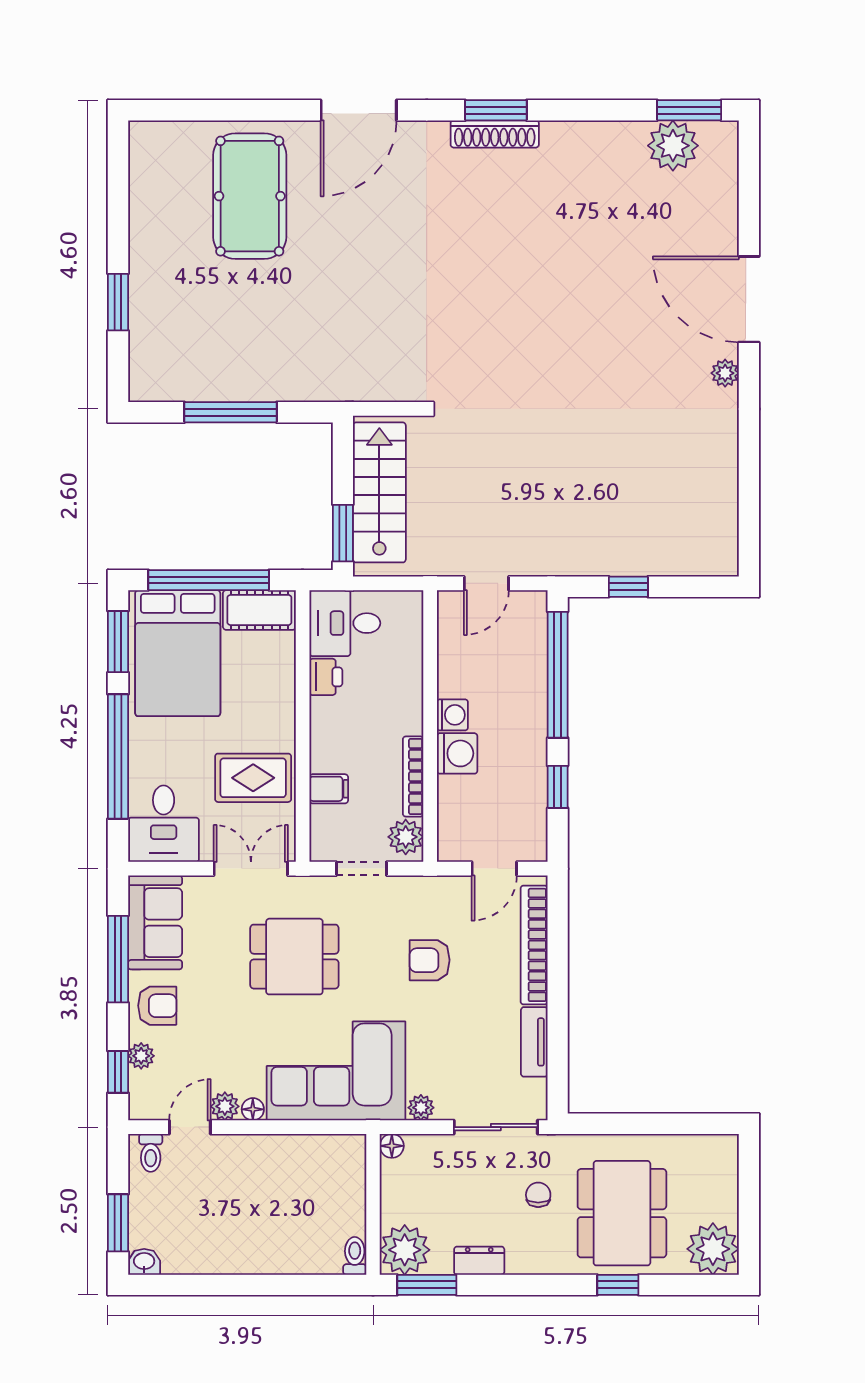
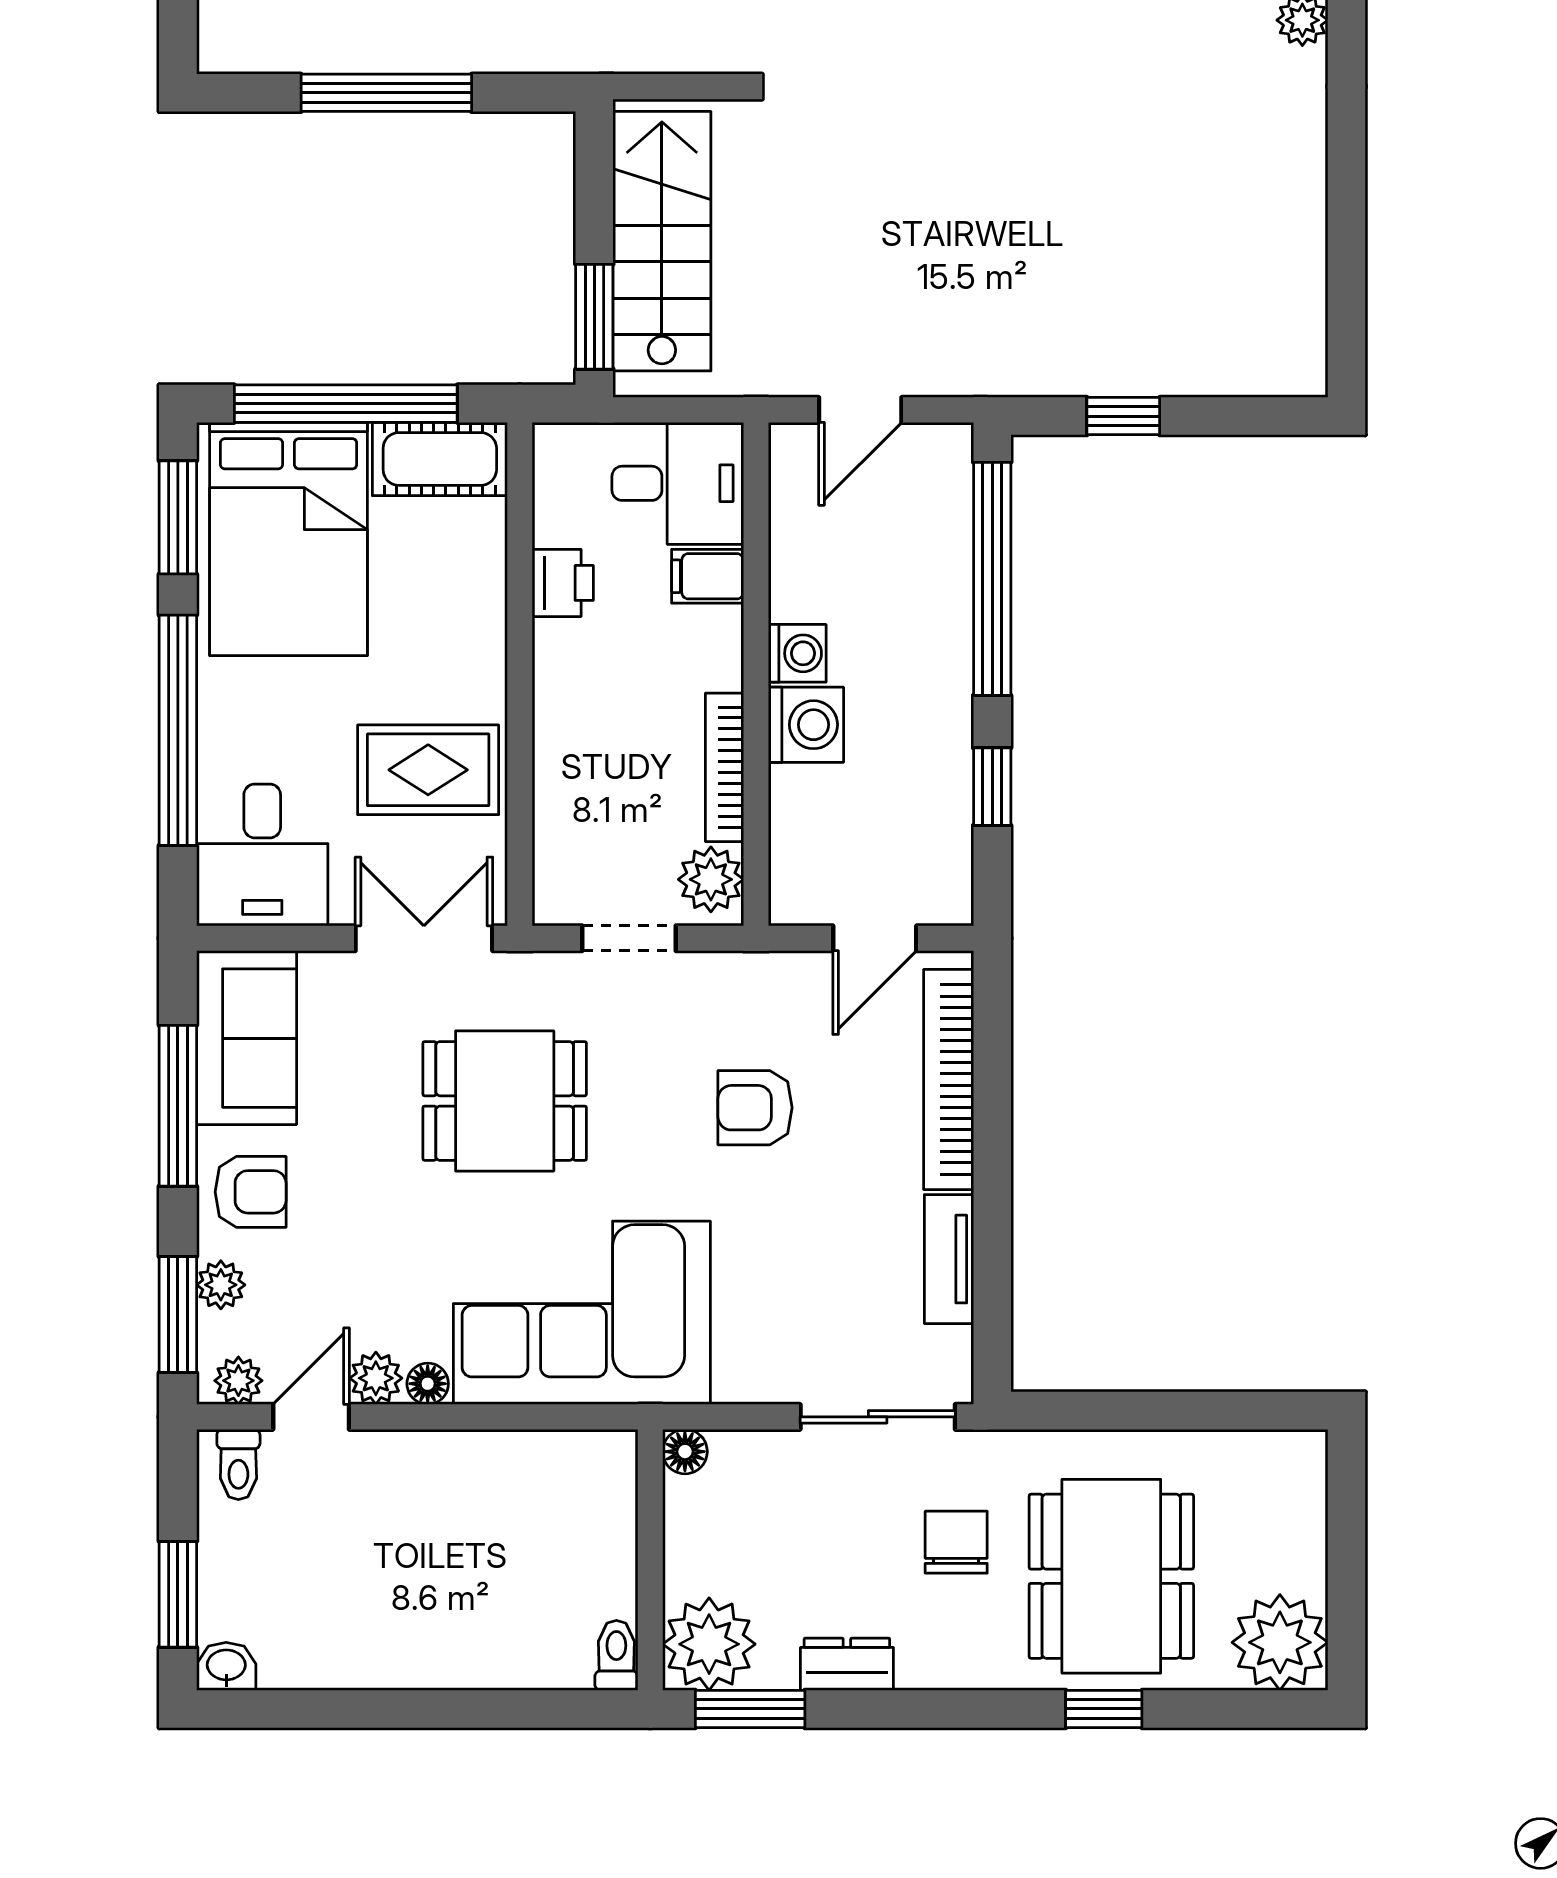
desk: (345, 623) -> (678, 483), moved, turned 180
filing cabinet: (329, 789) -> (708, 576), moved, turned 180
window: (118, 1072) -> (178, 1315), width x1.50
plant: (421, 1108) -> (238, 1381), moved
chair: (538, 1195) -> (956, 1542), width x1.37, depth x1.37

